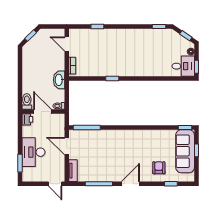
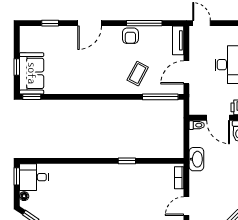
door: (67, 44) -> (186, 206), swing flipped
coffee table: (104, 145) -> (138, 74), added
door: (67, 146) -> (186, 72), swing flipped
sofa: (185, 151) -> (32, 73), width x0.73
armchair: (159, 168) -> (130, 36), moved
door: (130, 184) -> (90, 23), moved

